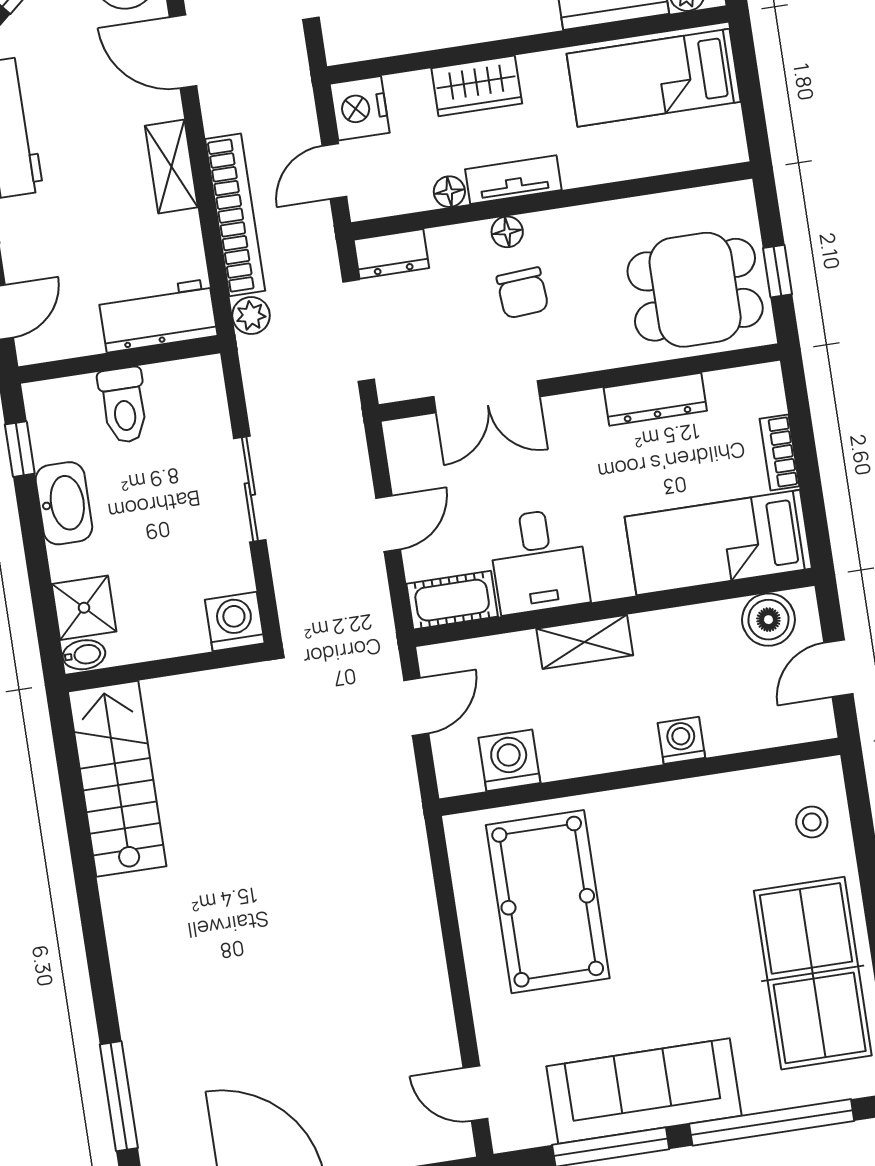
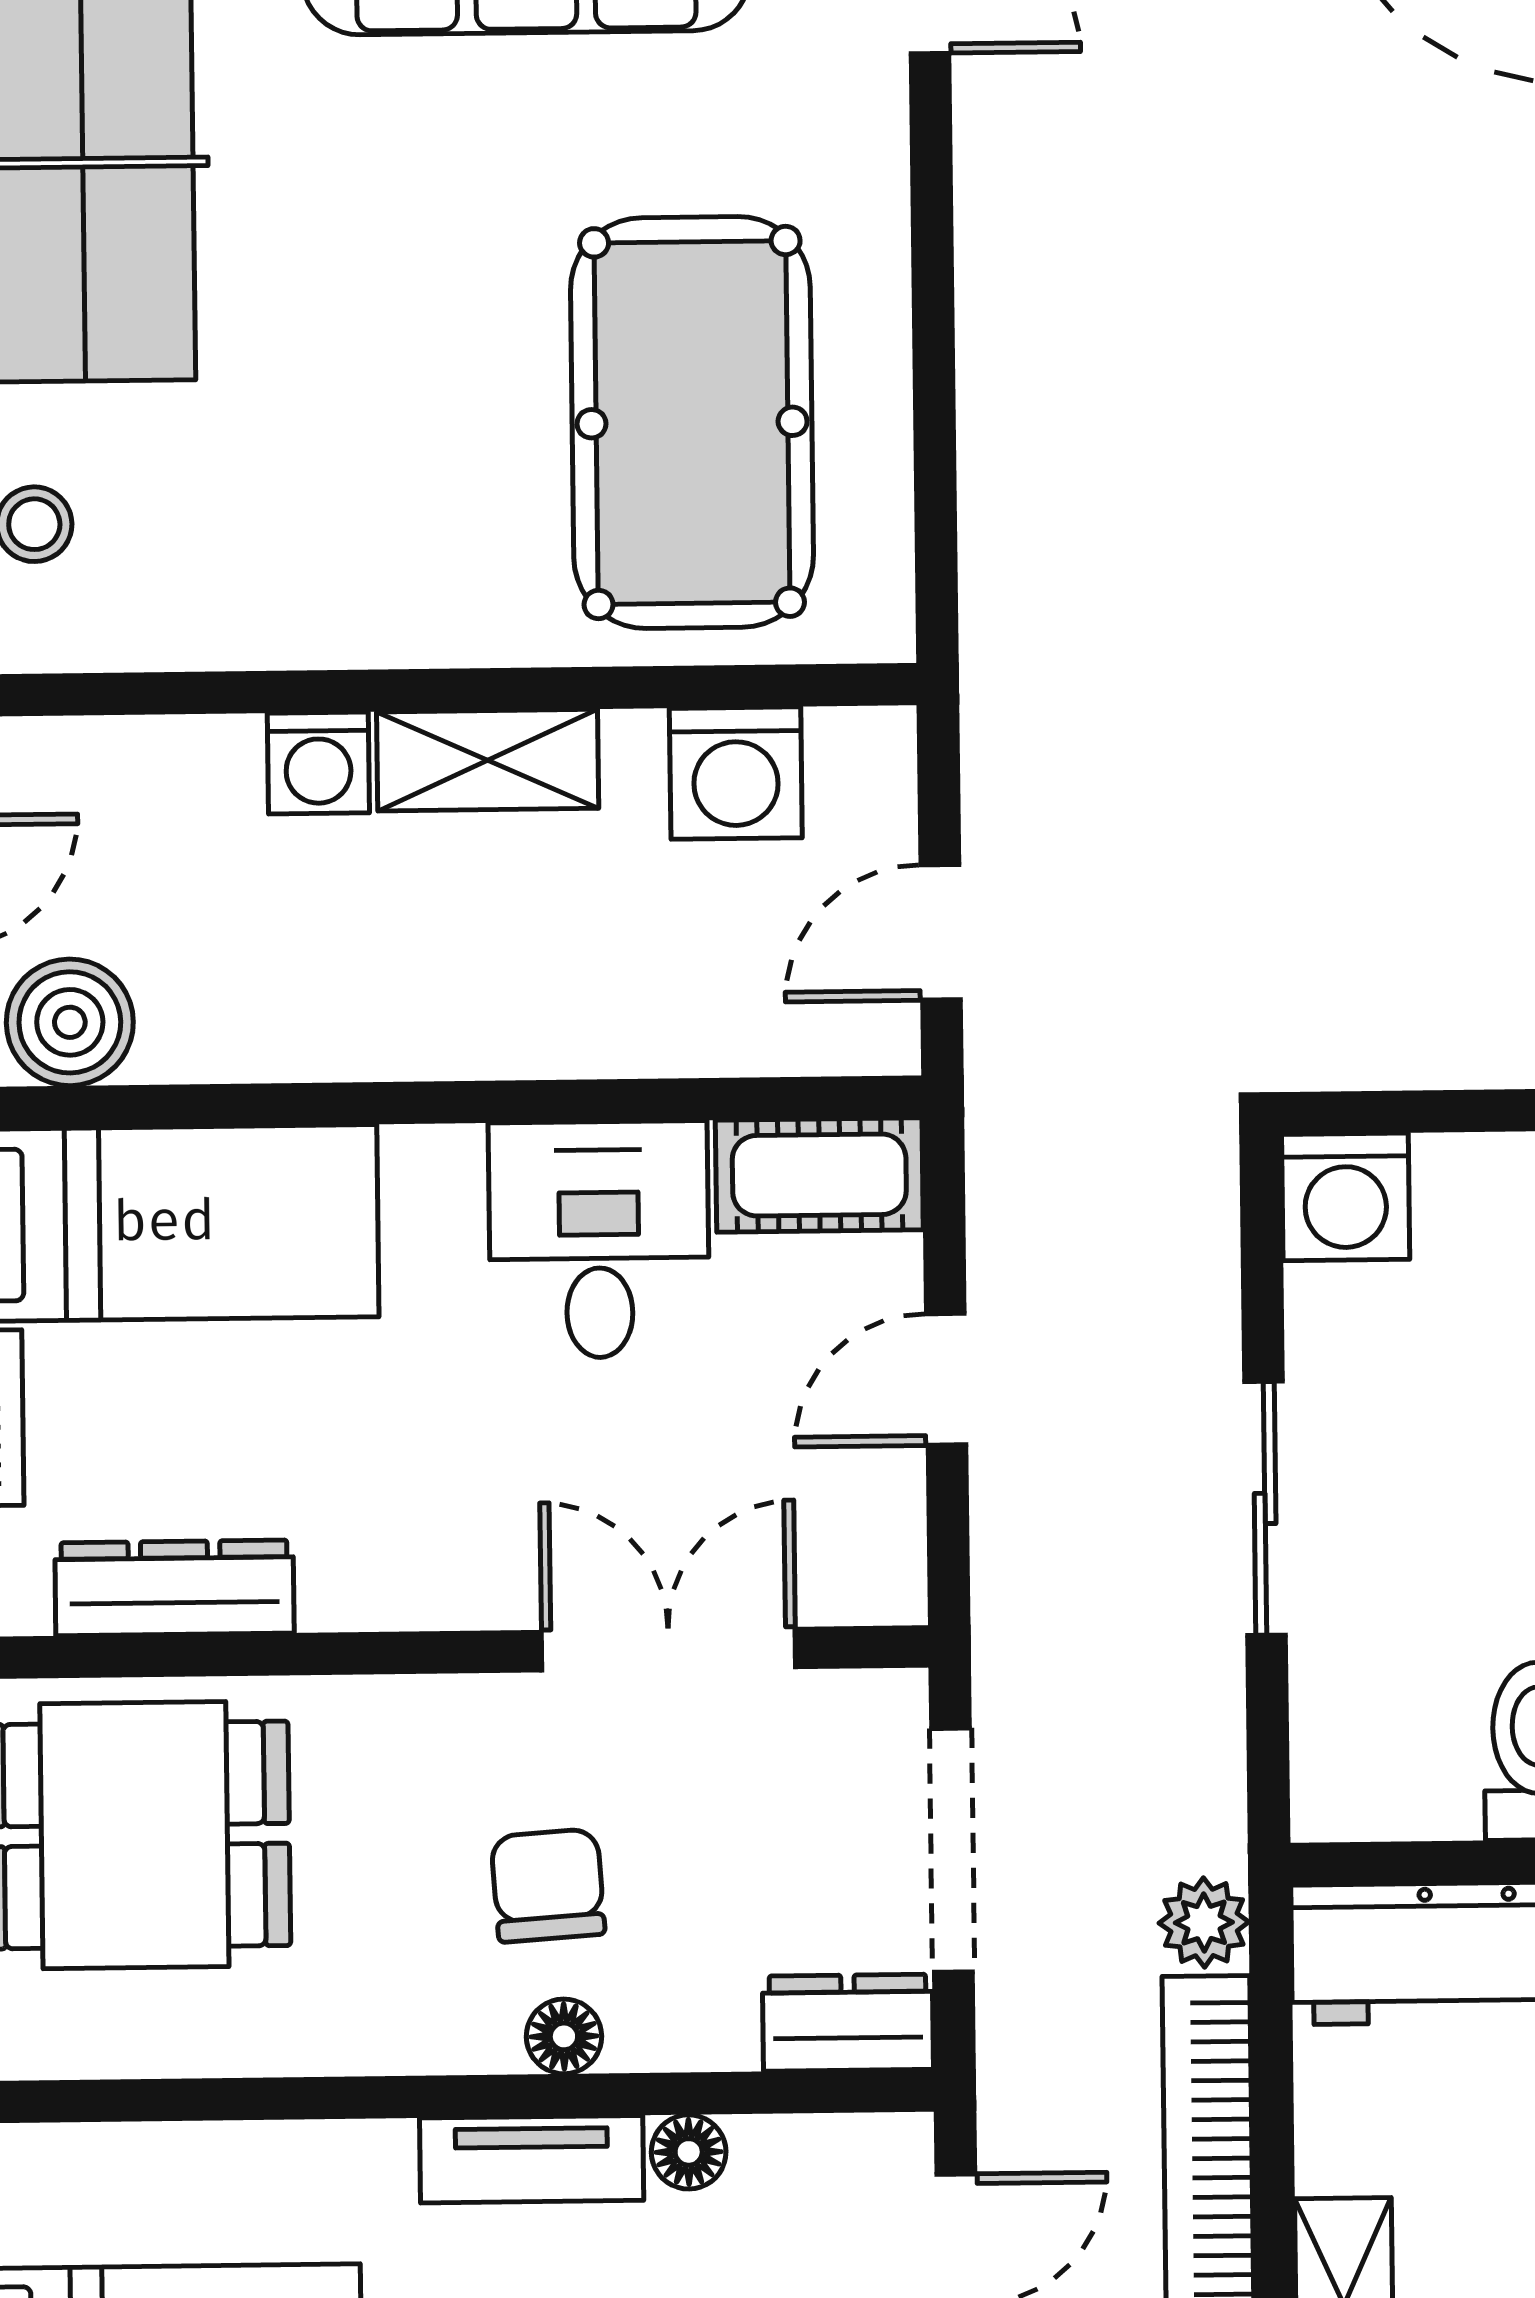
dresser: (655, 399) -> (174, 1588), moved
shelving: (585, 642) -> (488, 760), moved

